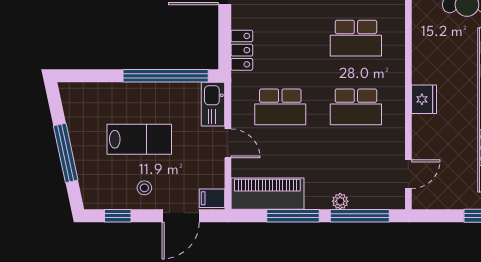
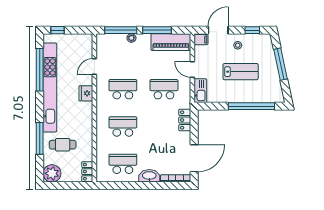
window: (166, 76) -> (251, 106), moved
lab bench: (139, 139) -> (241, 72), turned 180
door: (408, 174) -> (94, 67), moved

